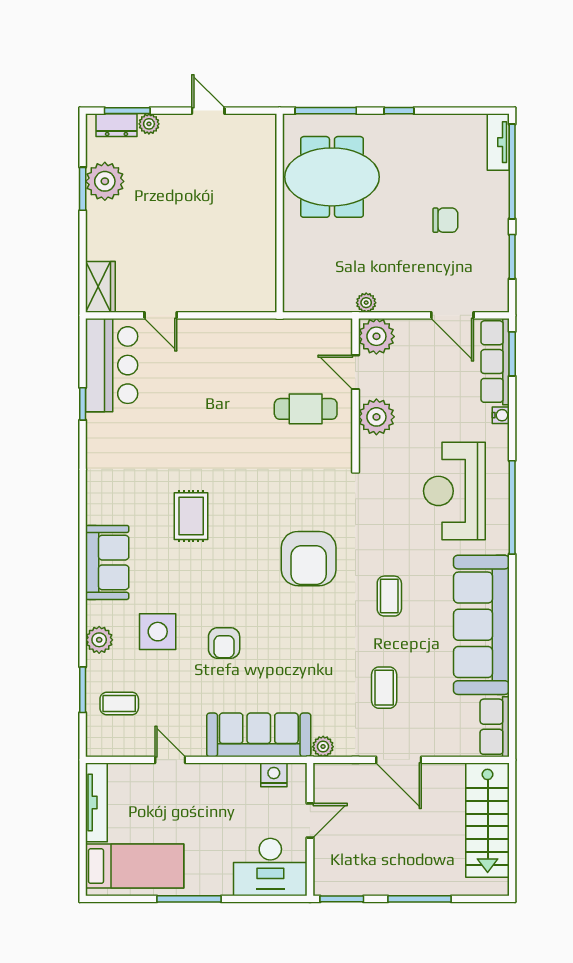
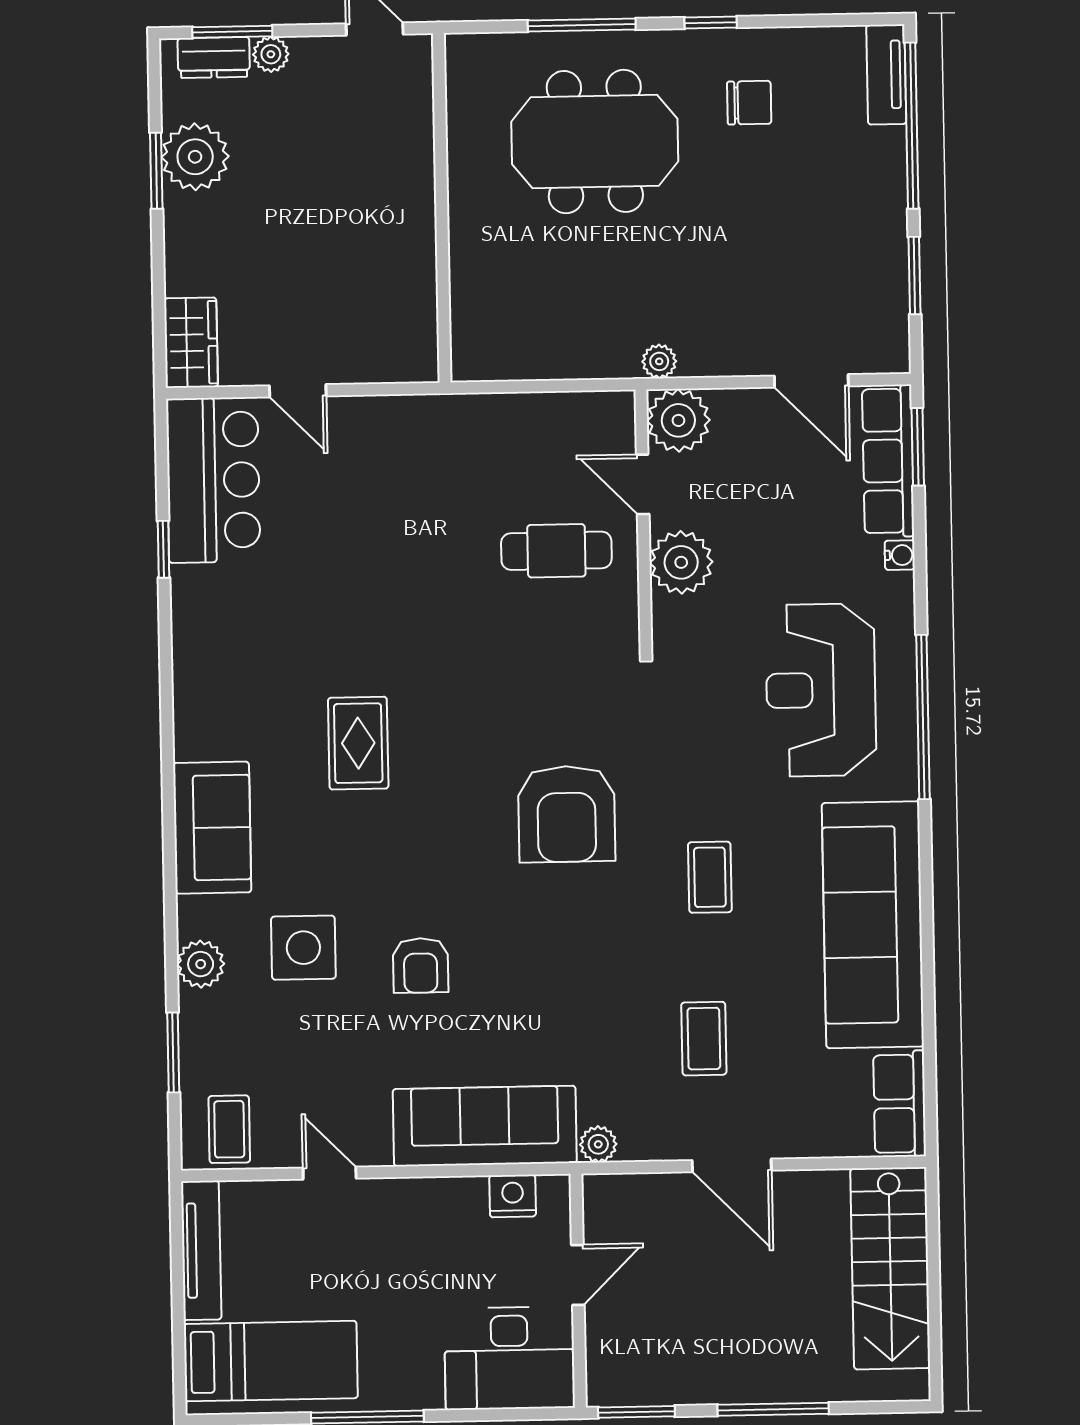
wall: (280, 213) -> (442, 208), moved
chair: (445, 220) -> (749, 103), moved
coffee table: (119, 703) -> (229, 1129), moved, turned 90

